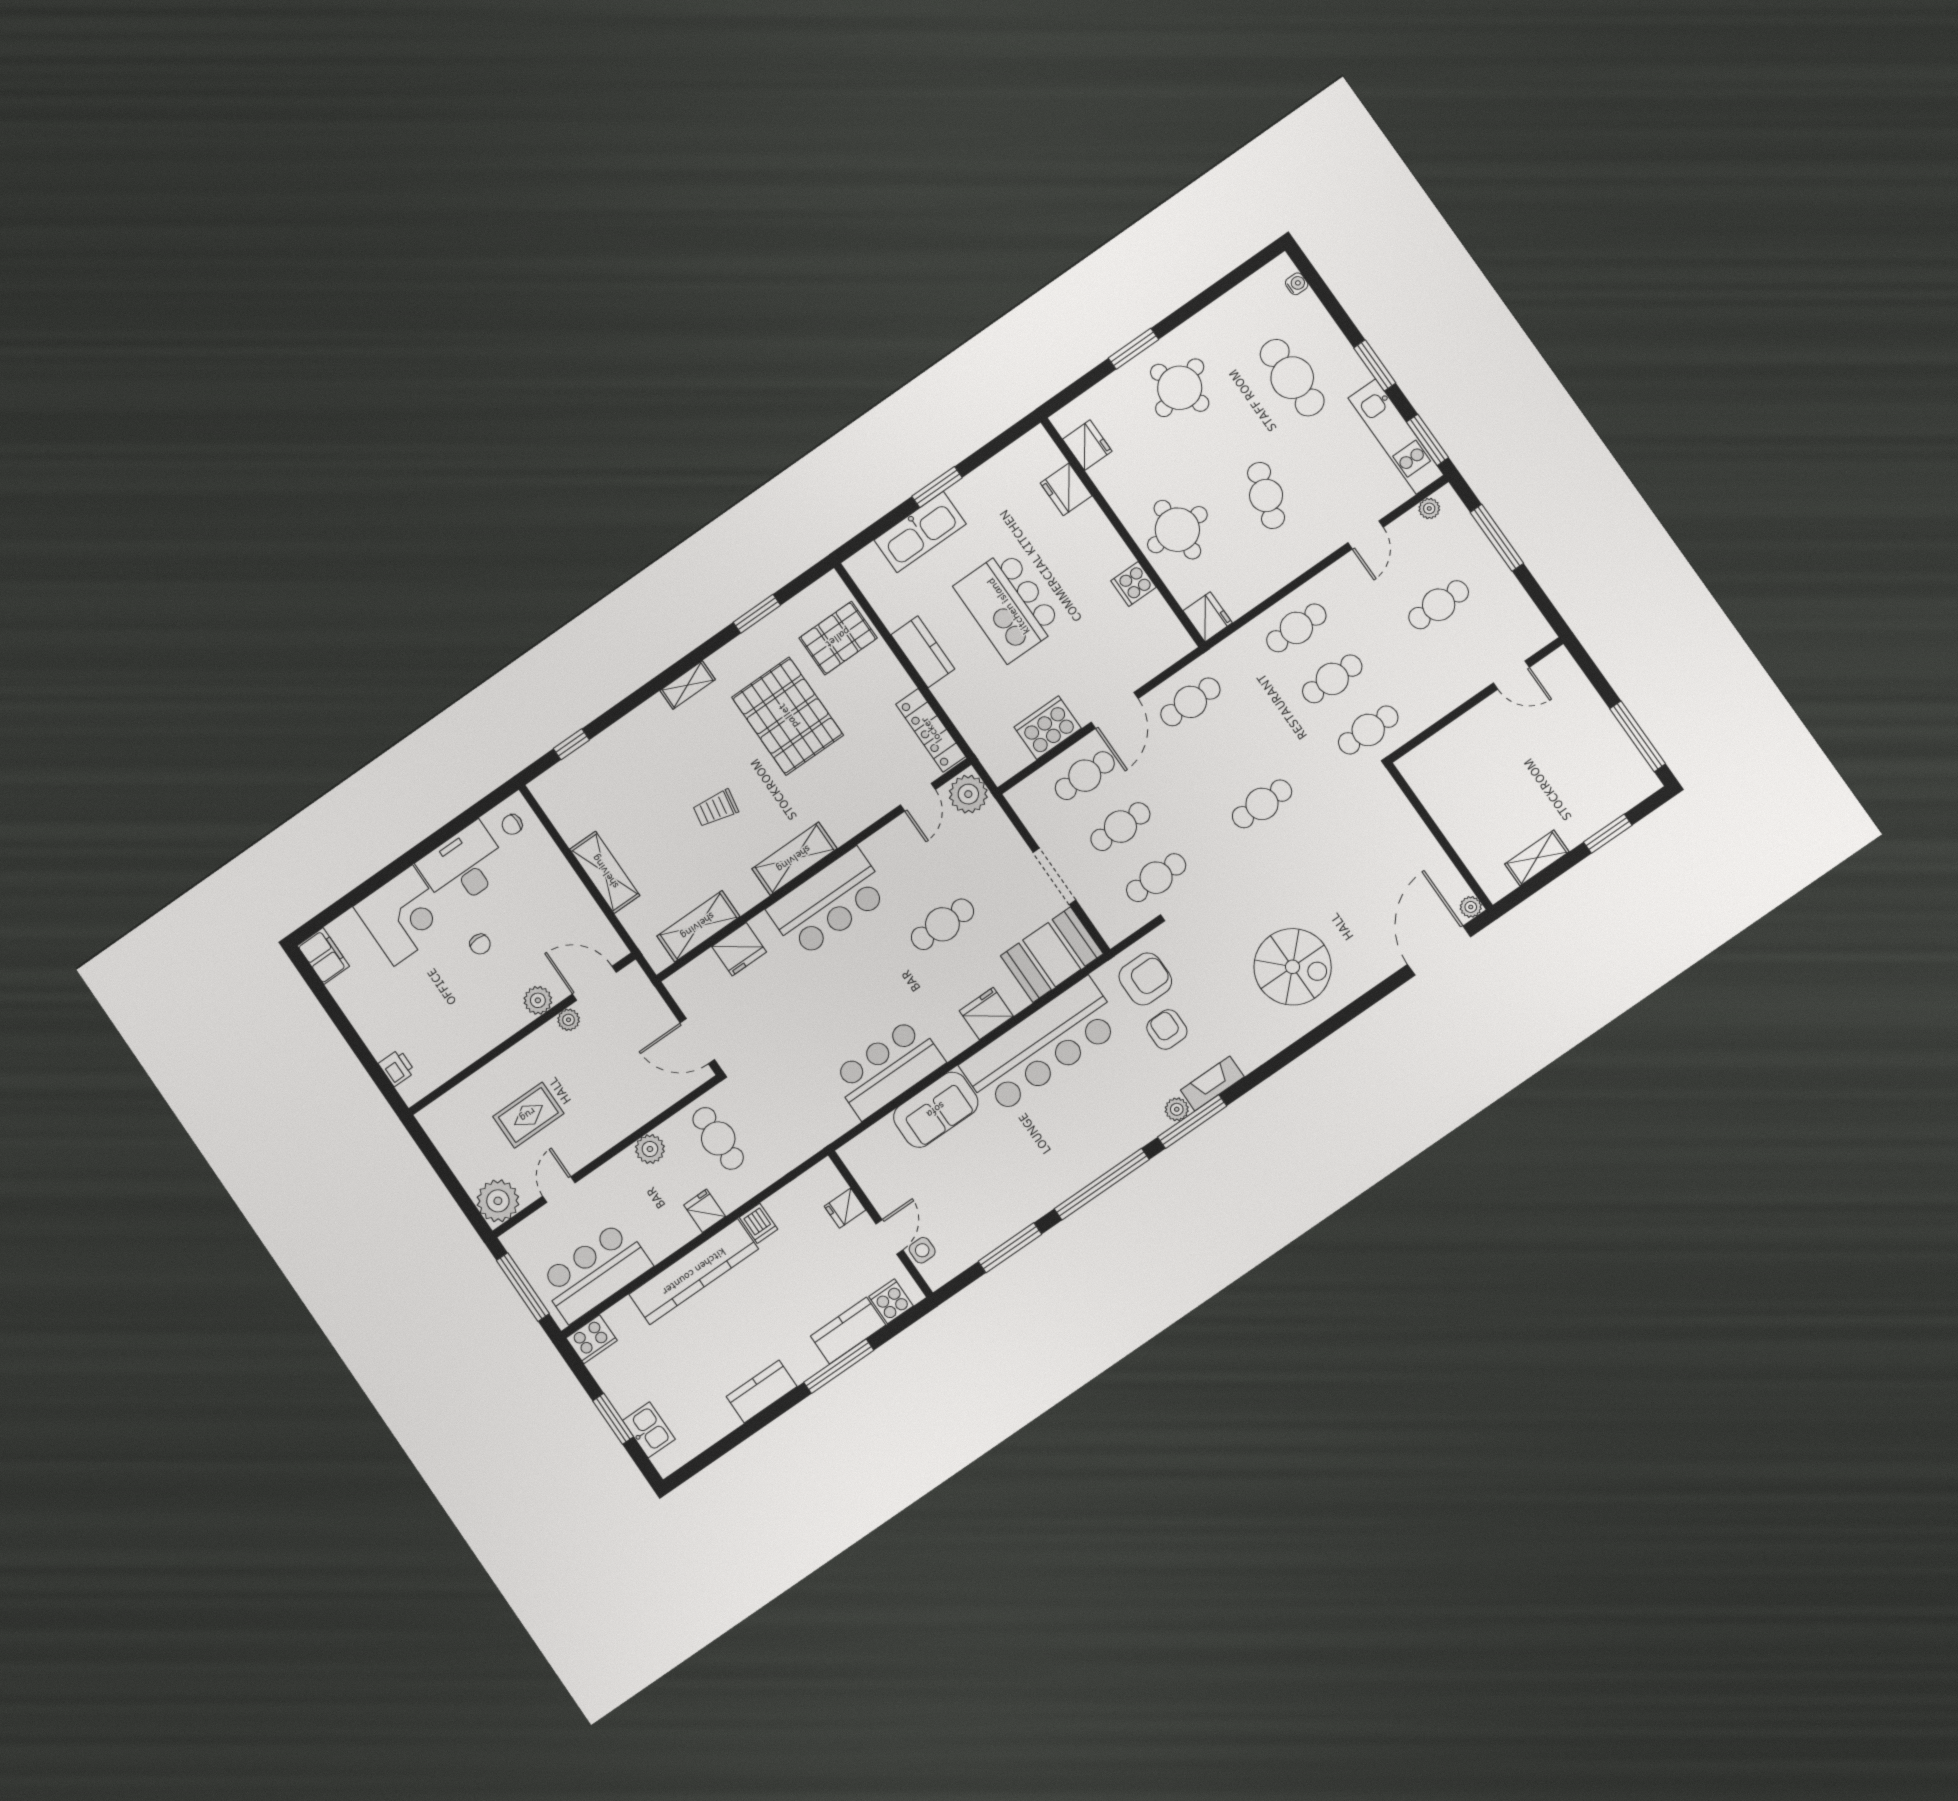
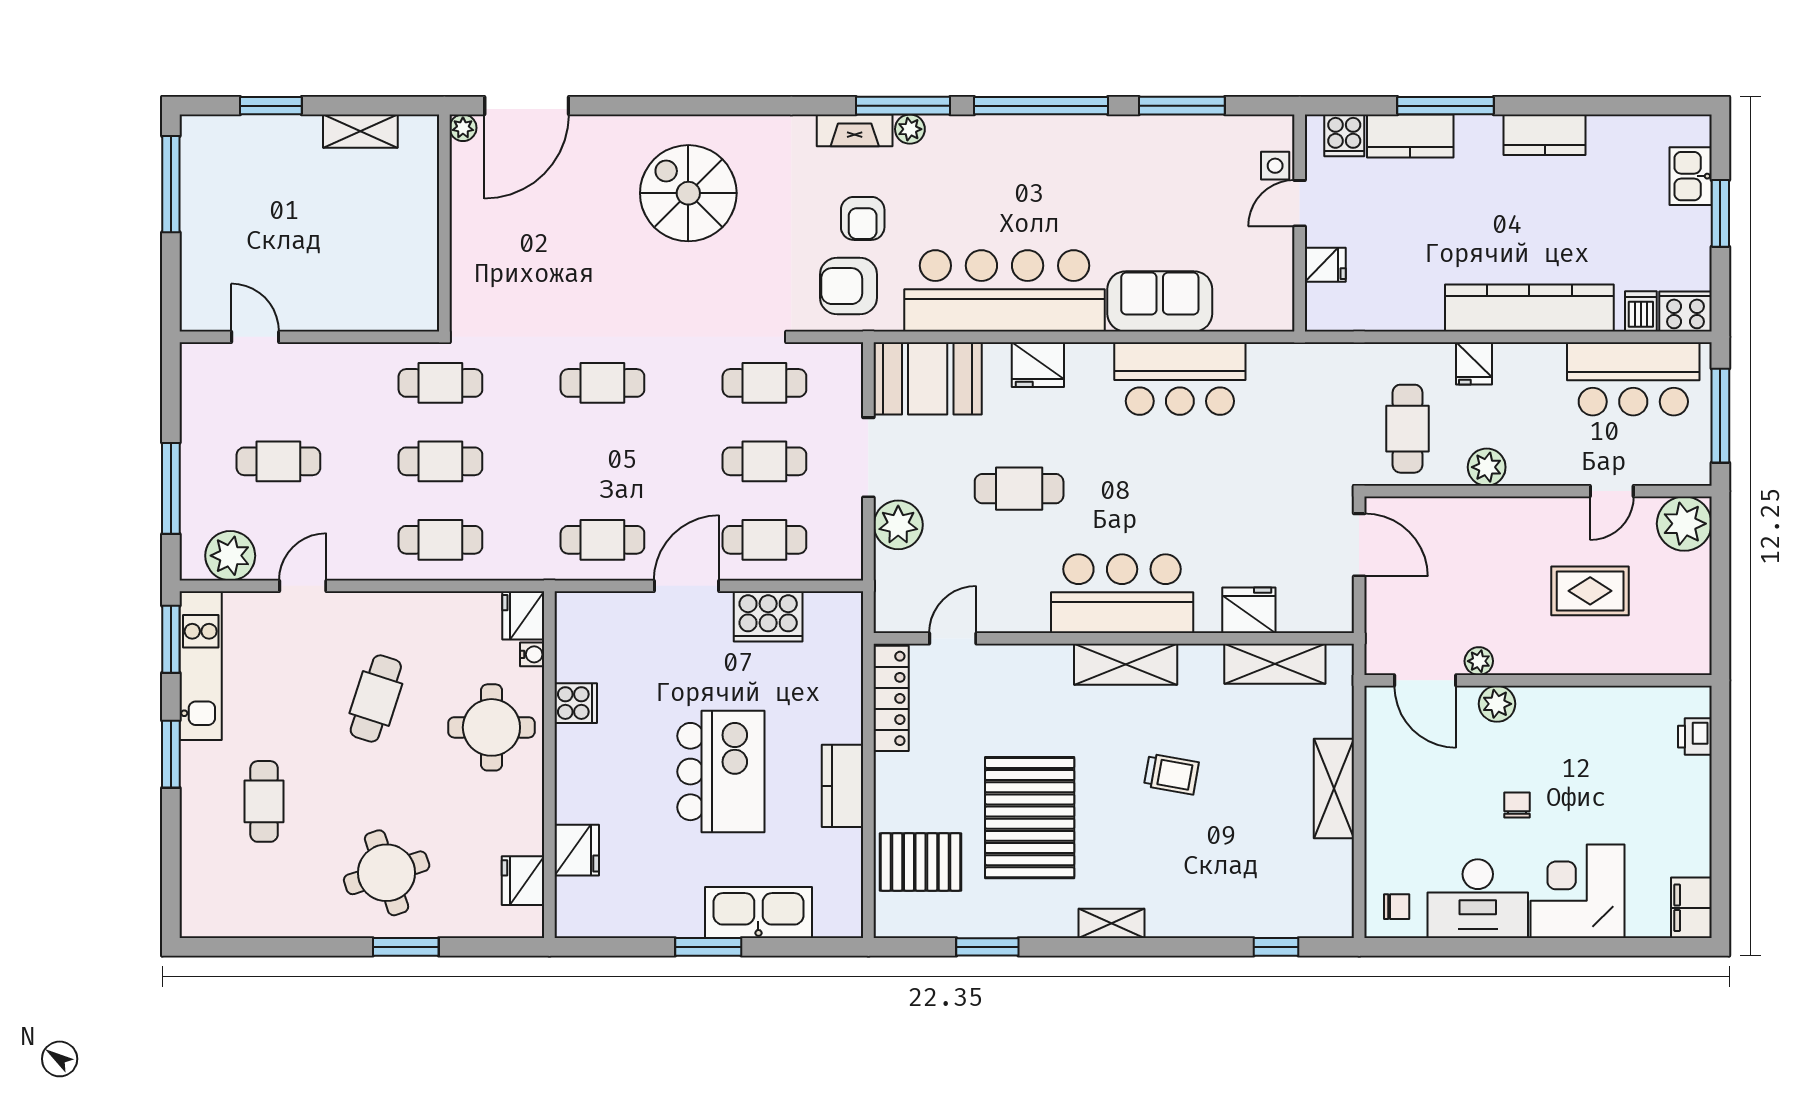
water cooler: (1297, 284) -> (532, 654), moved, turned 180
cafe table: (1292, 378) -> (264, 801), width x0.73, depth x0.74
plant: (1429, 508) -> (230, 556), width x1.87, depth x1.87
plant: (968, 794) -> (898, 525), moved
dishwasher: (759, 1223) -> (1641, 311), moved

